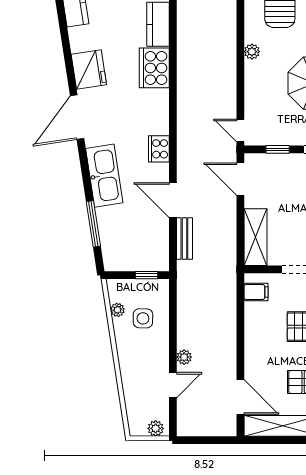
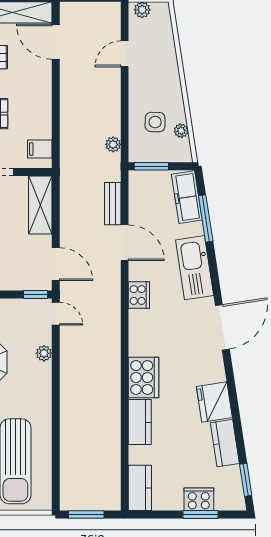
plant: (252, 52) -> (44, 353), moved
fridge: (89, 70) -> (214, 402), moved
window: (278, 149) -> (35, 294), moved
freezer: (112, 245) -> (187, 197), added
window: (147, 275) -> (151, 166), width x1.50
plant: (184, 357) -> (113, 144), moved

